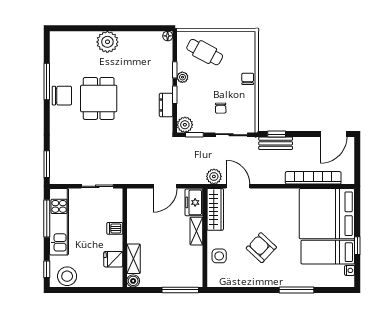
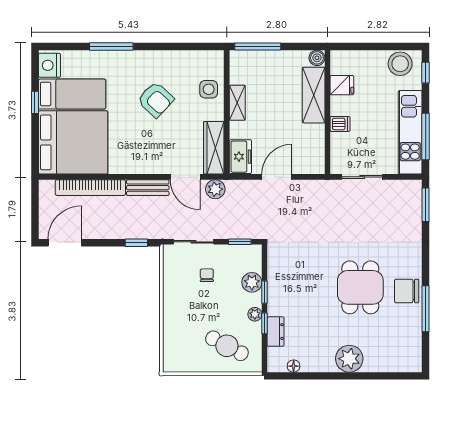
floor lamp: (168, 36) -> (294, 366), moved
chair: (248, 79) -> (173, 312), removed
dresser: (166, 105) -> (276, 332), moved
plant: (185, 125) -> (252, 282), moved
bench: (276, 143) -> (148, 188), moved
shelving: (196, 231) -> (237, 103), moved
shelving: (134, 259) -> (314, 95), width x1.50, depth x1.33
nightstand: (350, 270) -> (49, 65), width x1.89, depth x1.79

